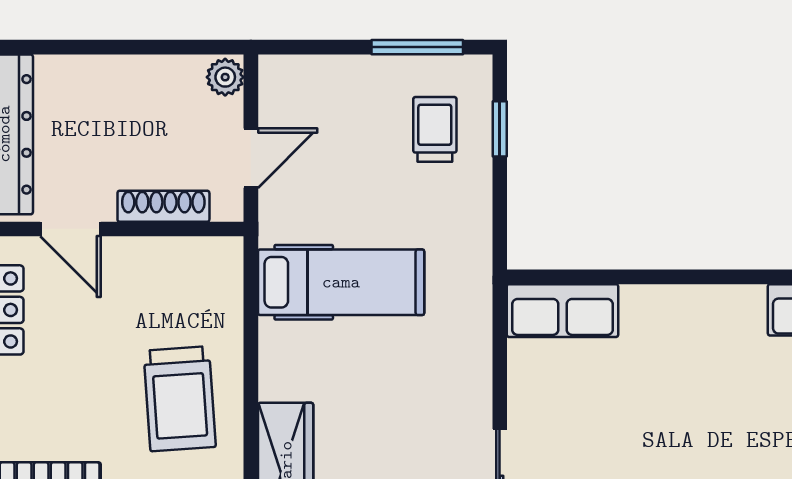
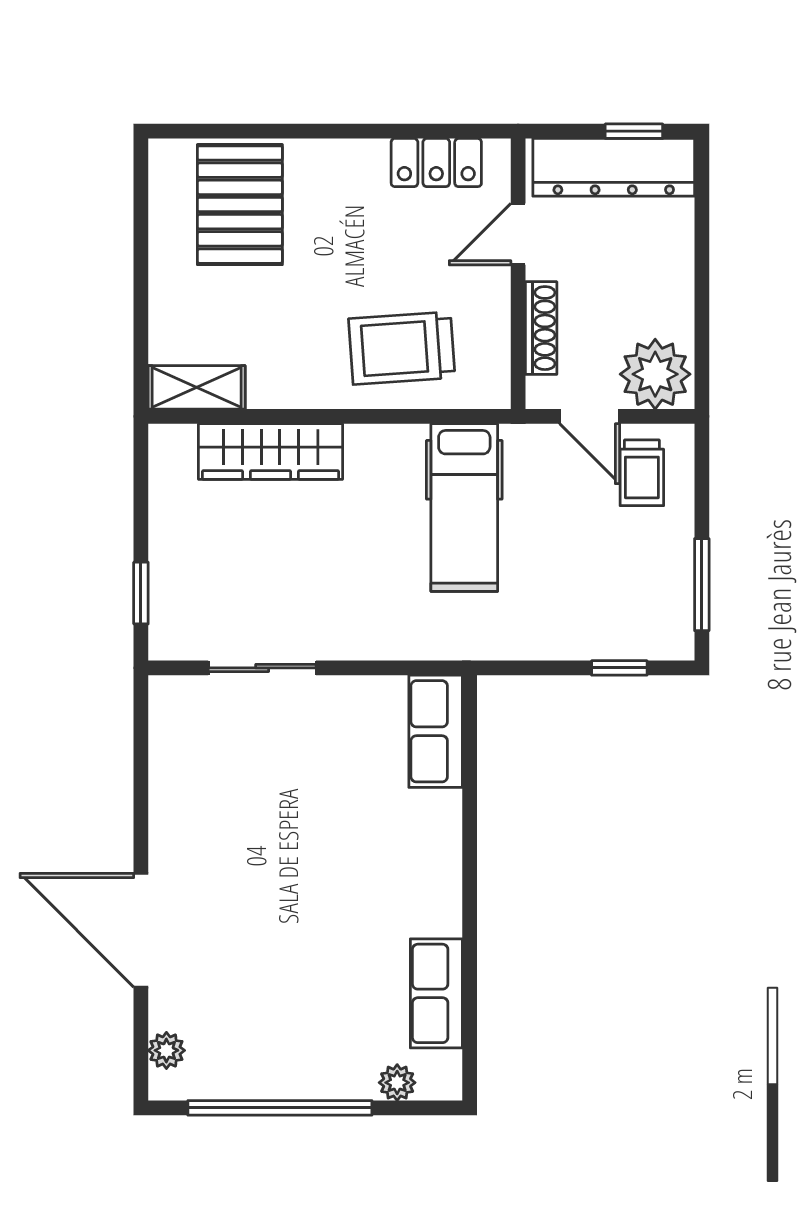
plant: (225, 77) -> (655, 374), width x1.88, depth x1.88
trolley: (435, 129) -> (642, 473), moved, turned 90
trolley: (180, 399) -> (402, 348), moved

